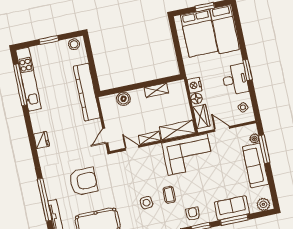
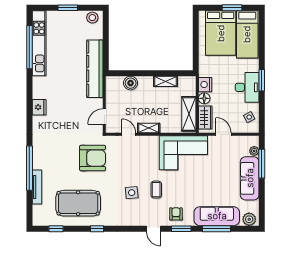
shelving: (177, 130) -> (189, 114), moved, turned 90
armchair: (83, 181) -> (93, 158), moved
sofa: (232, 208) -> (217, 216), width x1.36

